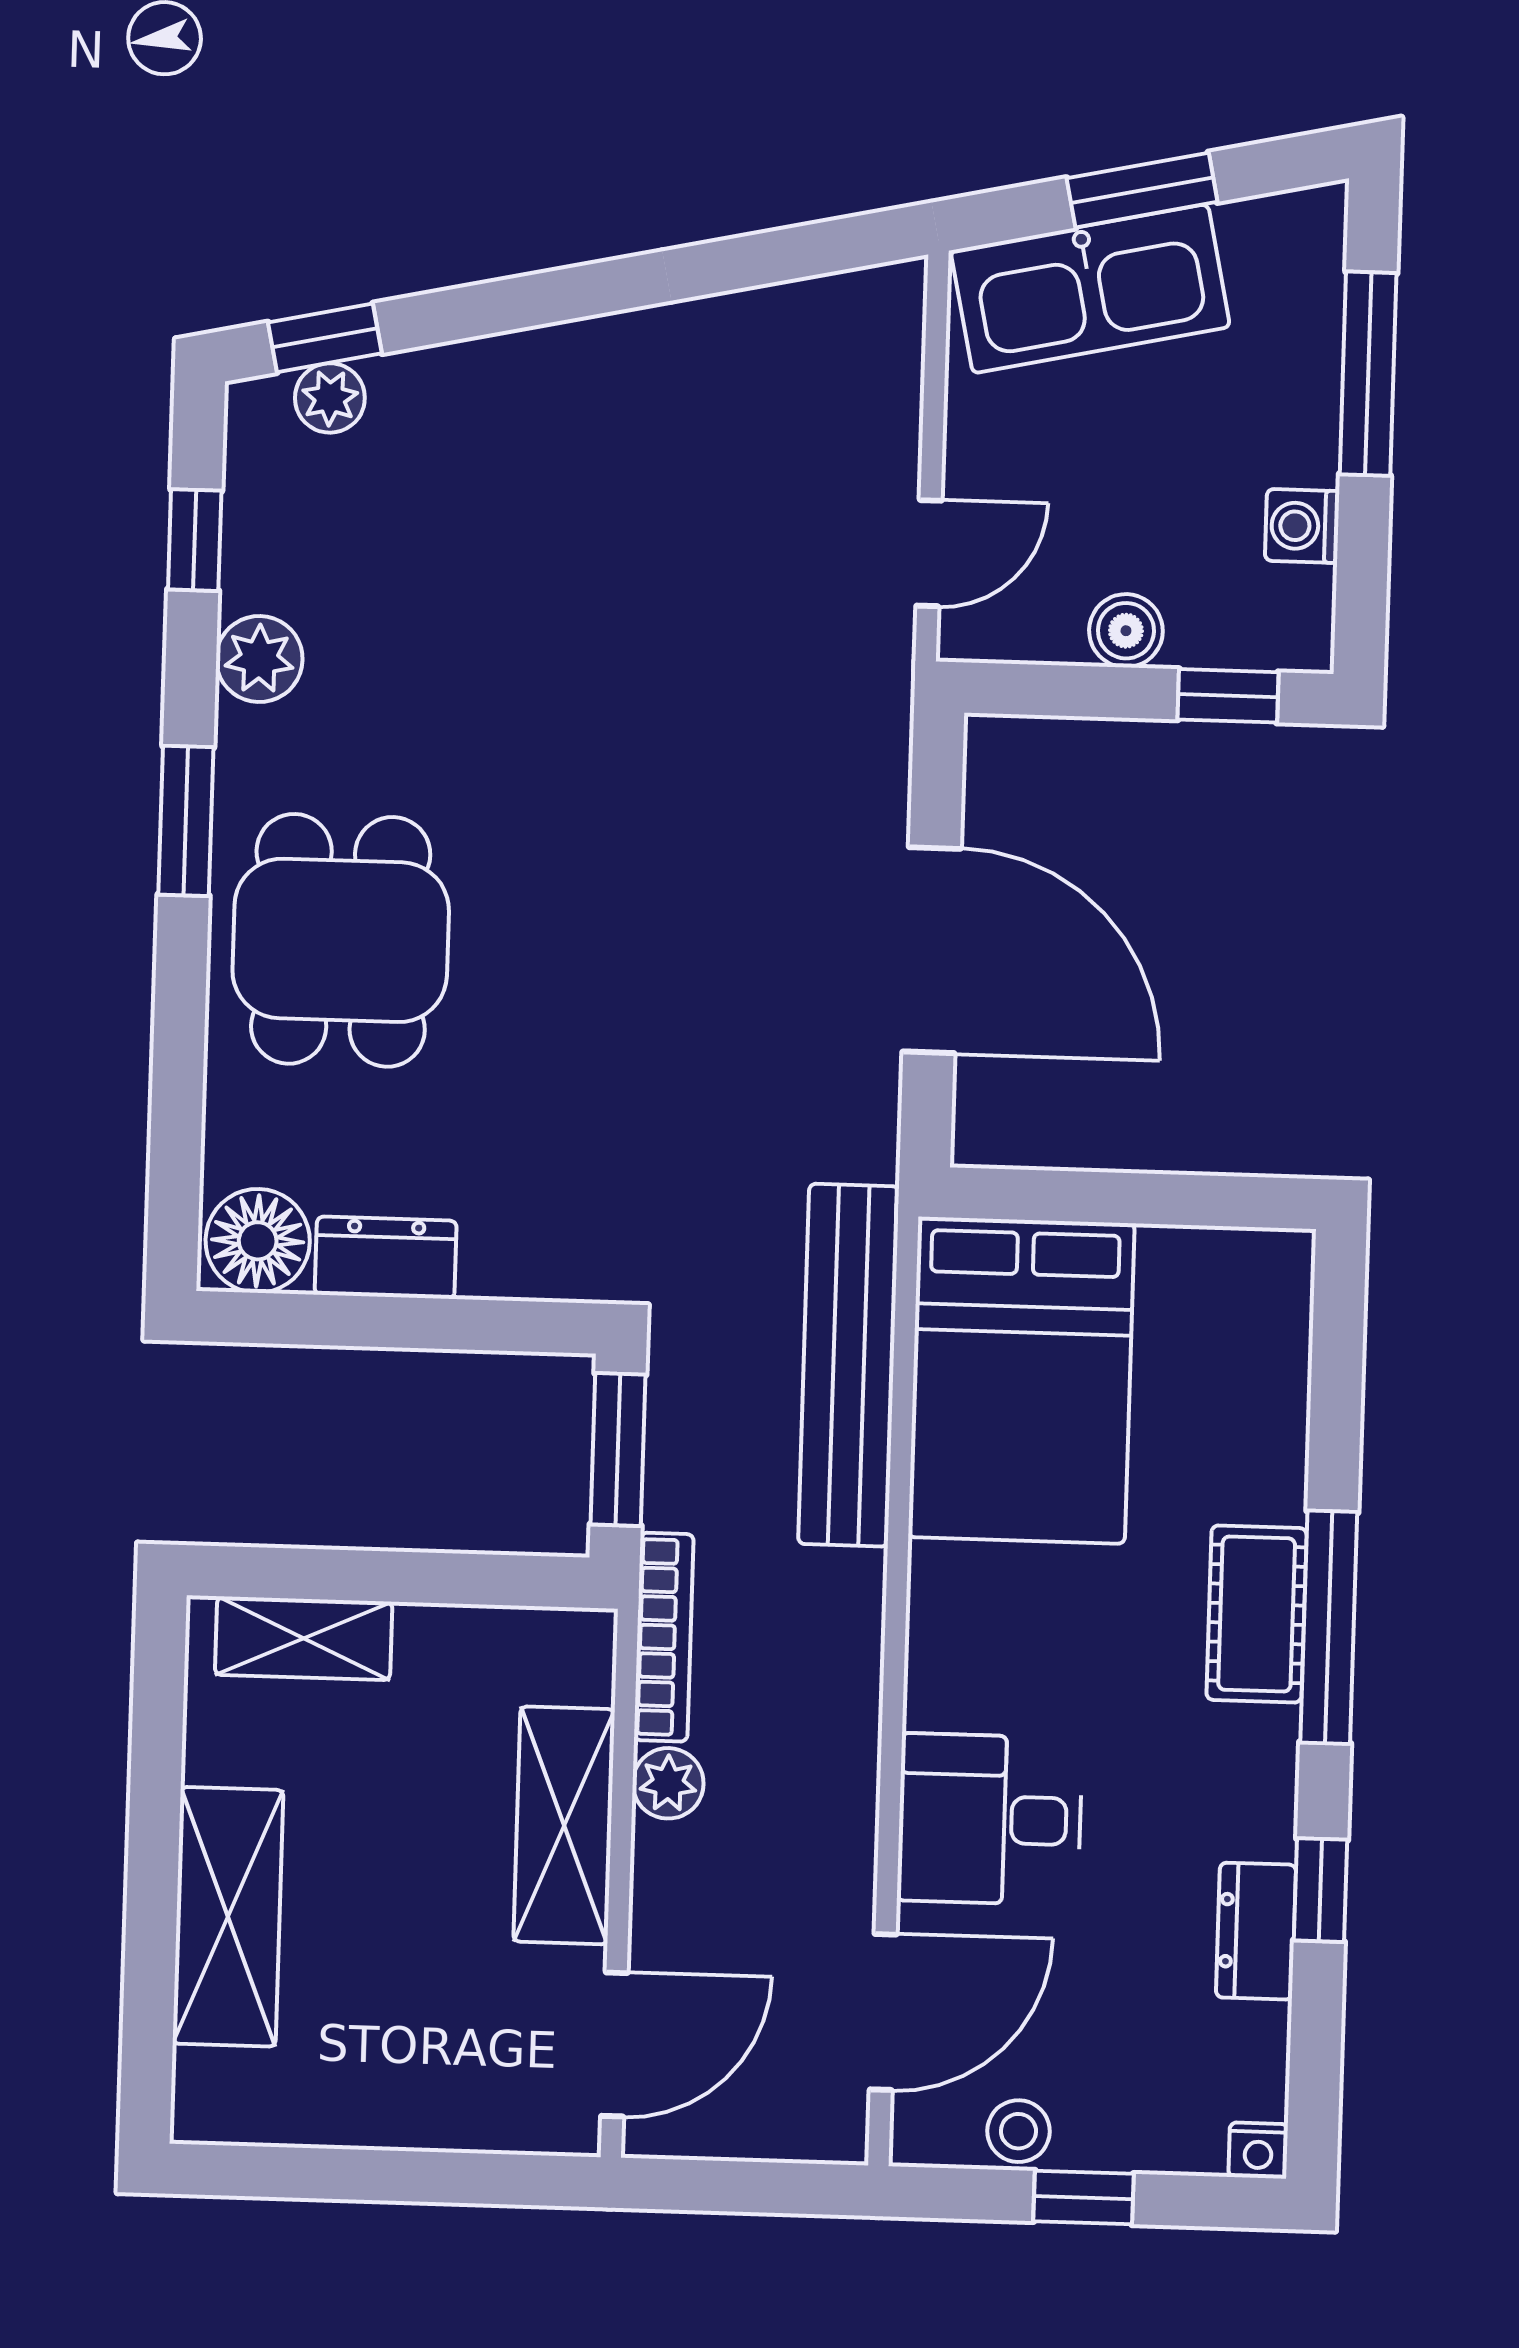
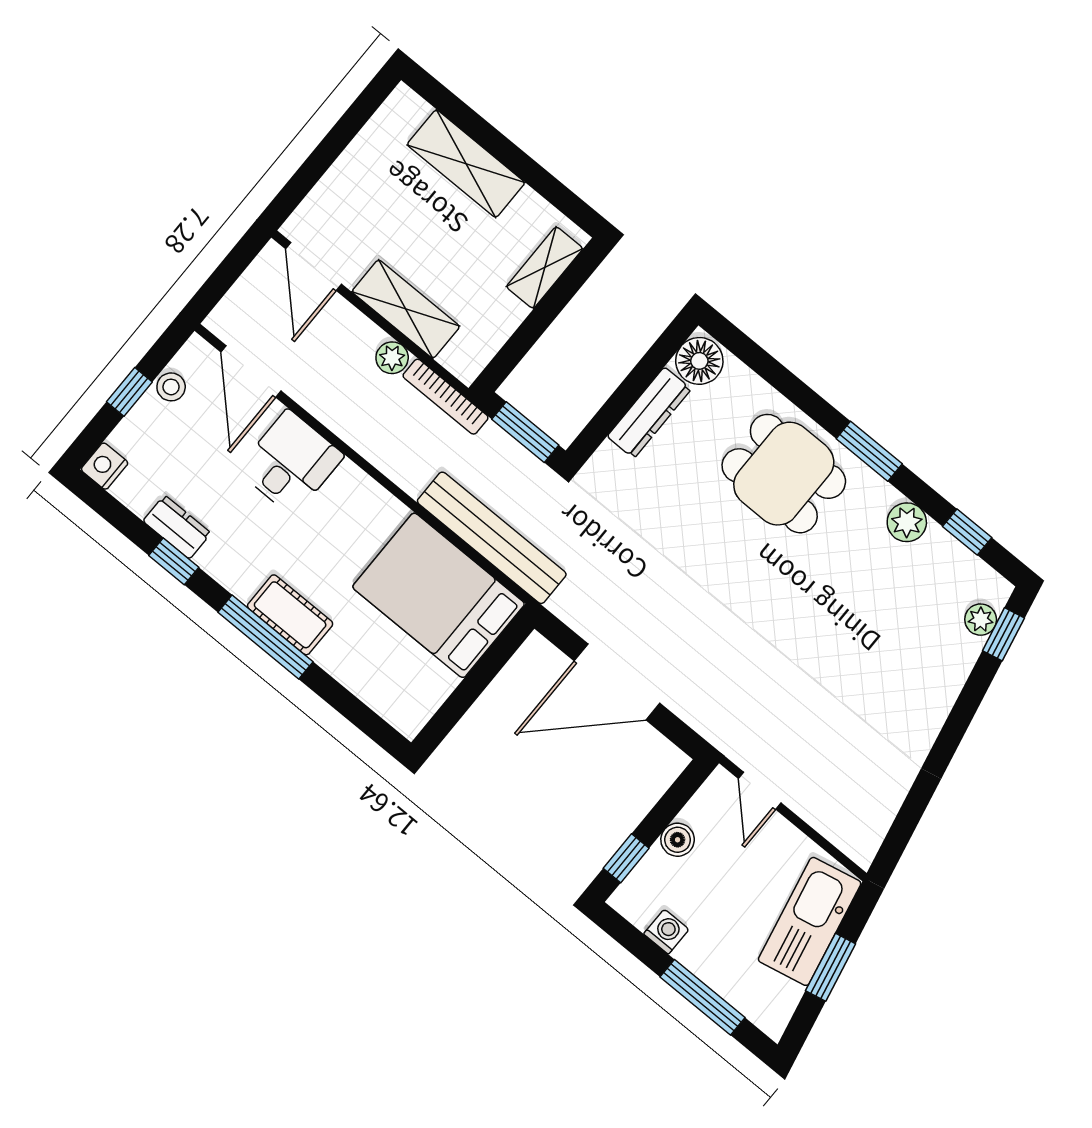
dresser: (386, 1258) -> (649, 413), width x1.44
nightstand: (1258, 2150) -> (105, 466), width x1.39, depth x1.35

